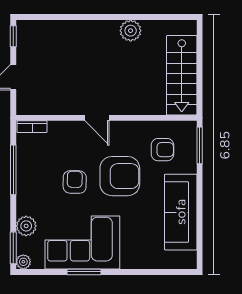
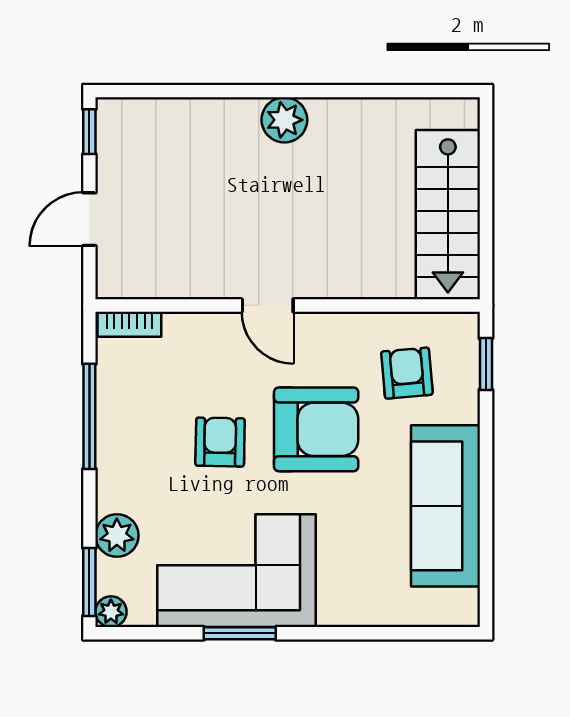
plant: (131, 31) -> (284, 120), moved
window: (200, 145) -> (486, 364), width x0.67
armchair: (163, 150) -> (407, 373), turned -95

